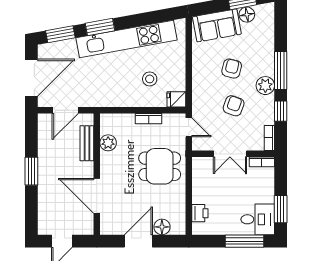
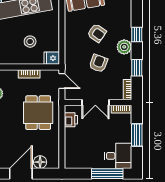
armchair: (232, 68) -> (97, 33), turned 111
window: (281, 70) -> (137, 35), width x0.46
dining table: (160, 166) -> (38, 113), turned 90
window: (281, 209) -> (137, 135), moved
printer: (200, 213) -> (71, 120), moved

